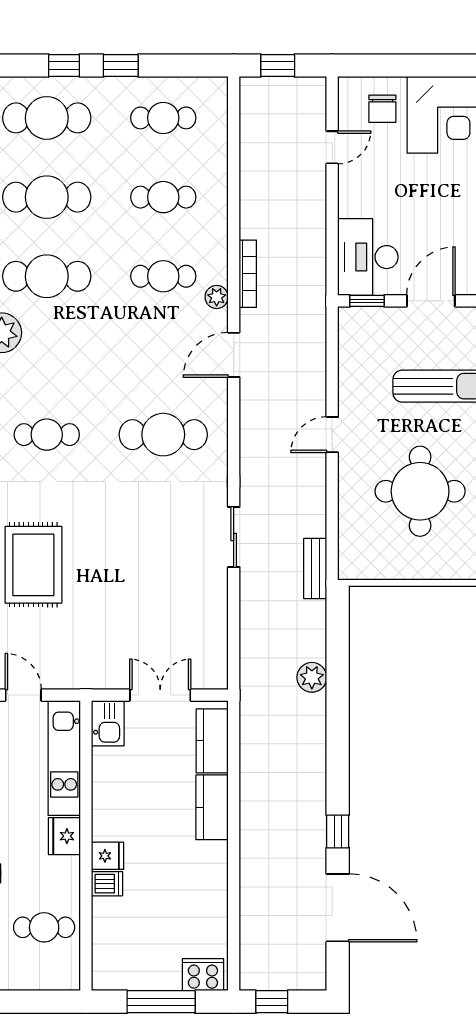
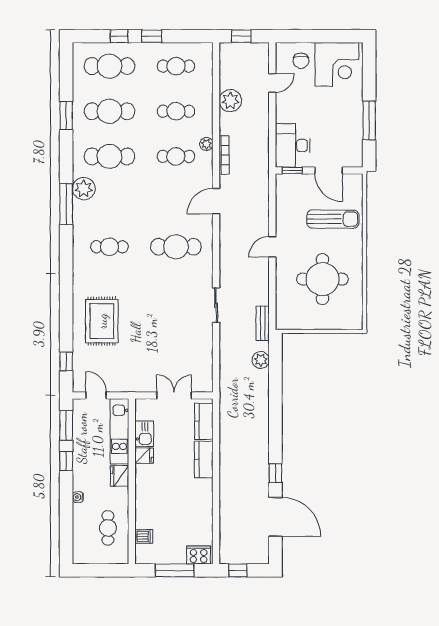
plant: (259, 178) -> (230, 101), added
plant: (217, 297) -> (206, 144), moved
door: (431, 301) -> (329, 170), swing flipped
plant: (312, 677) -> (261, 360), moved
kitchen sink: (108, 723) -> (144, 434), moved
fridge: (108, 856) -> (144, 456), moved
dishwasher: (107, 884) -> (144, 536), moved
cafe table: (44, 927) -> (108, 528), turned 90

